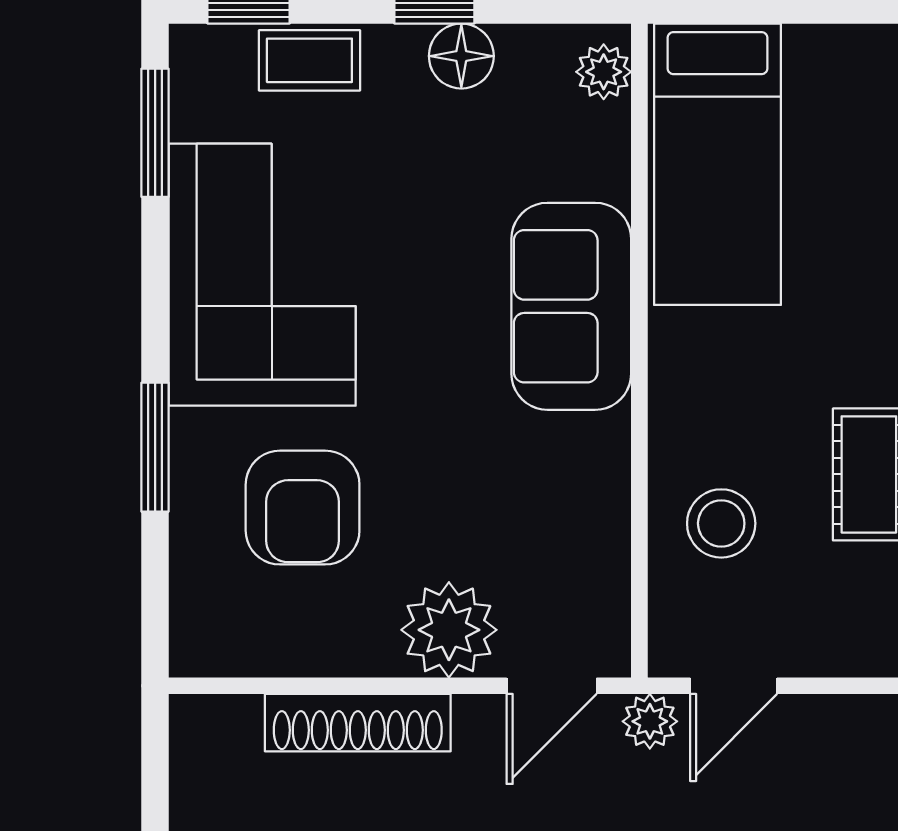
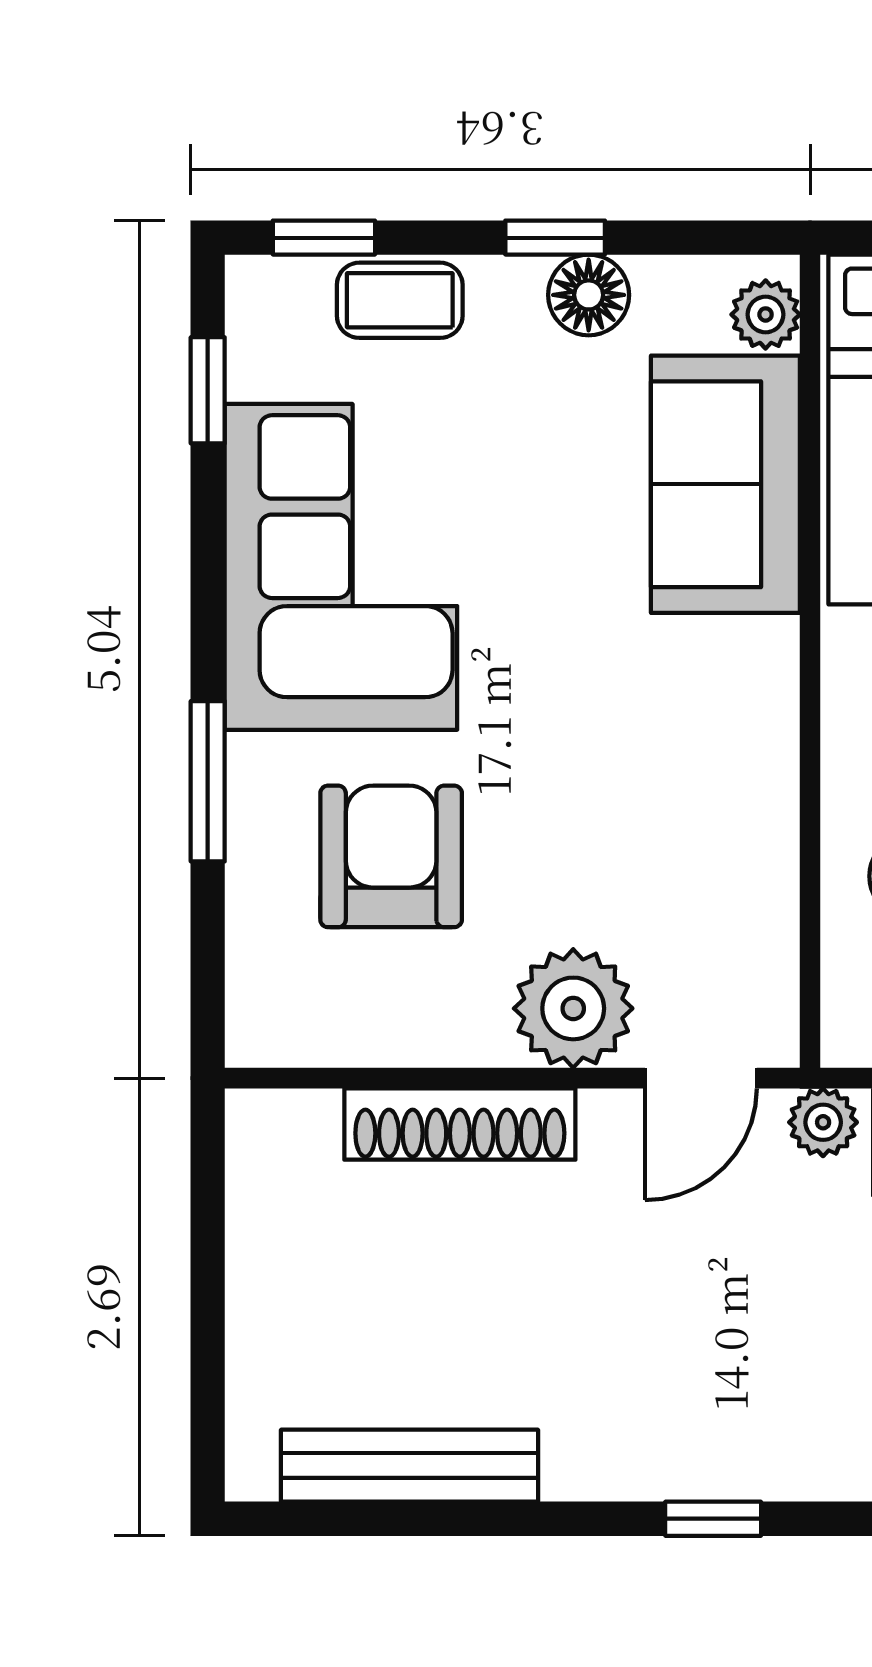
window: (155, 133) -> (208, 390), width x0.67
sofa: (571, 306) -> (725, 484), moved
armchair: (303, 508) -> (391, 856), turned 180

